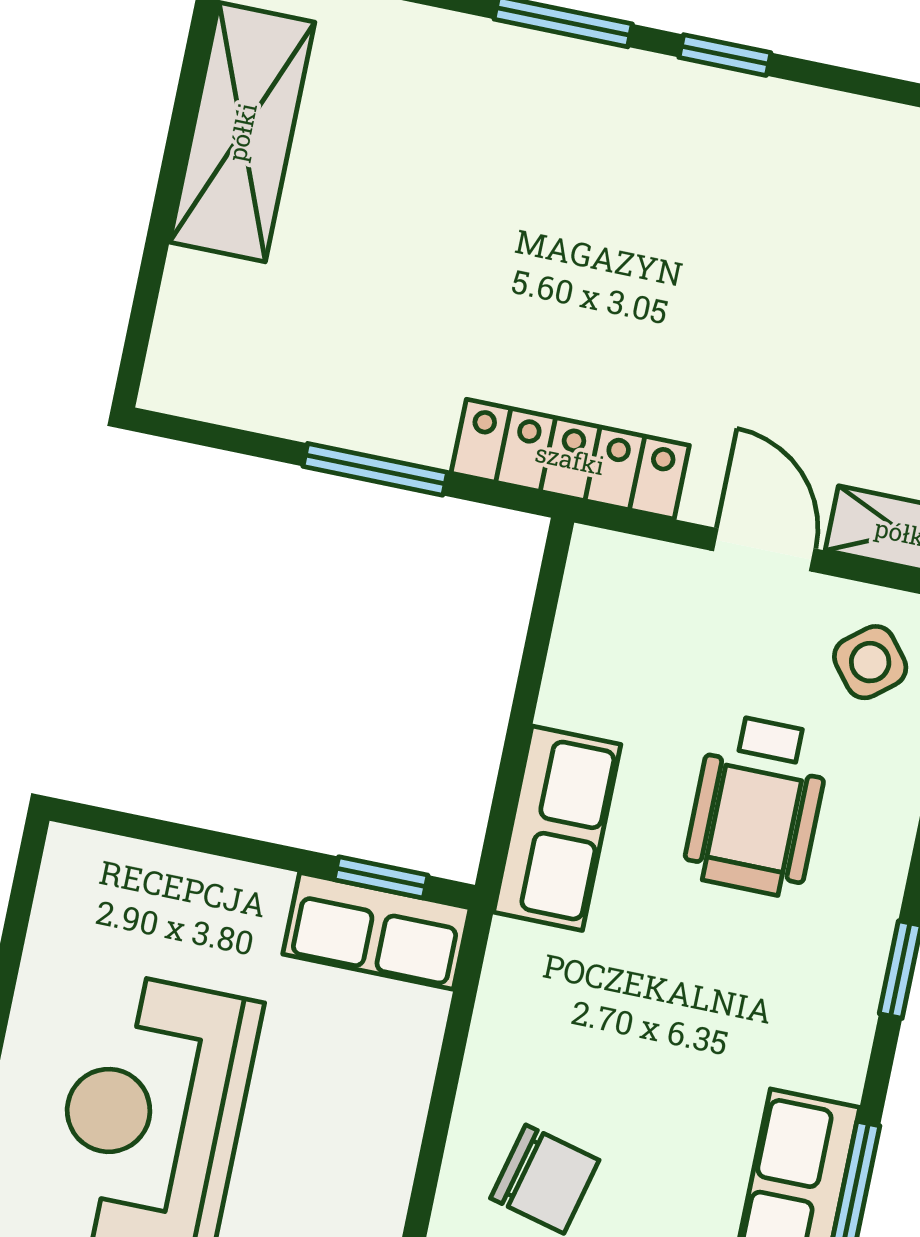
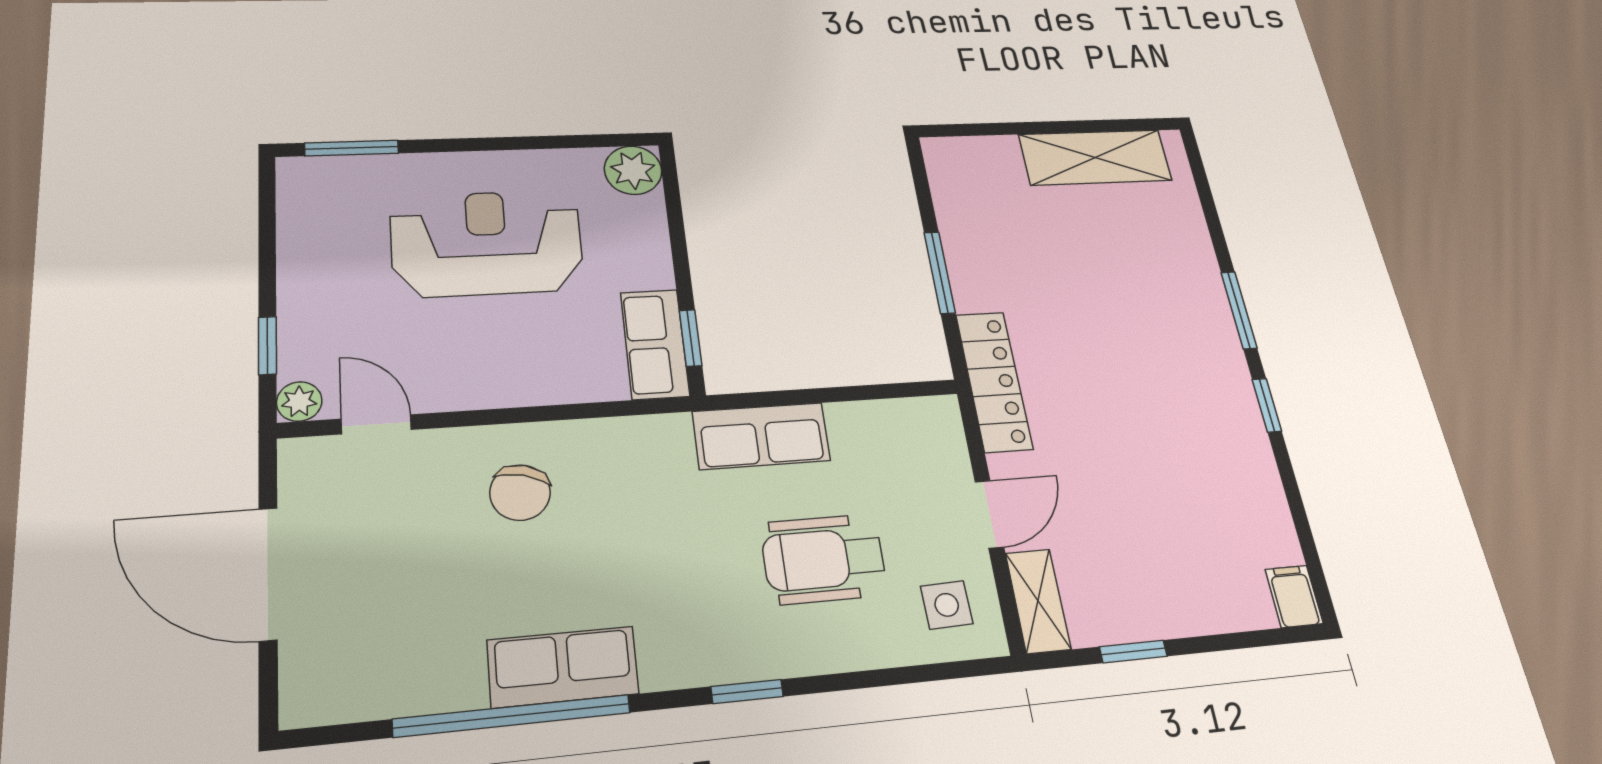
side table: (870, 662) -> (947, 605), turned 37
plant: (84, 872) -> (633, 170), added

